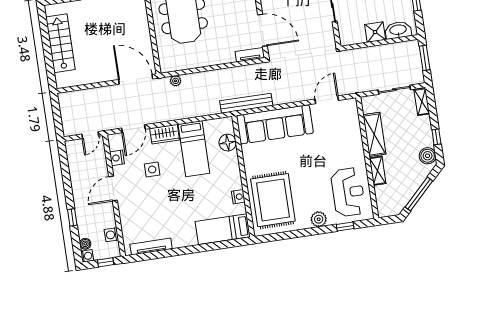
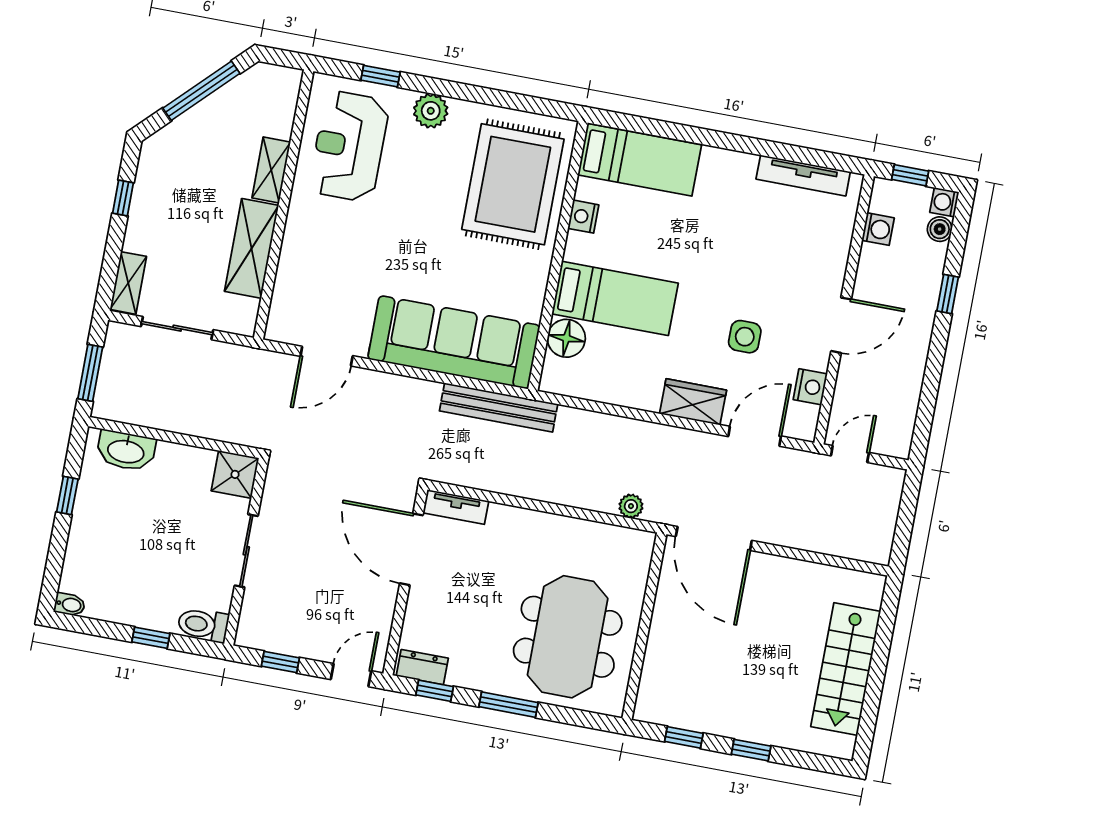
shower: (375, 32) -> (235, 474), moved
bed: (194, 149) -> (615, 298), moved, turned 90
boiler: (428, 156) -> (155, 165), removed

